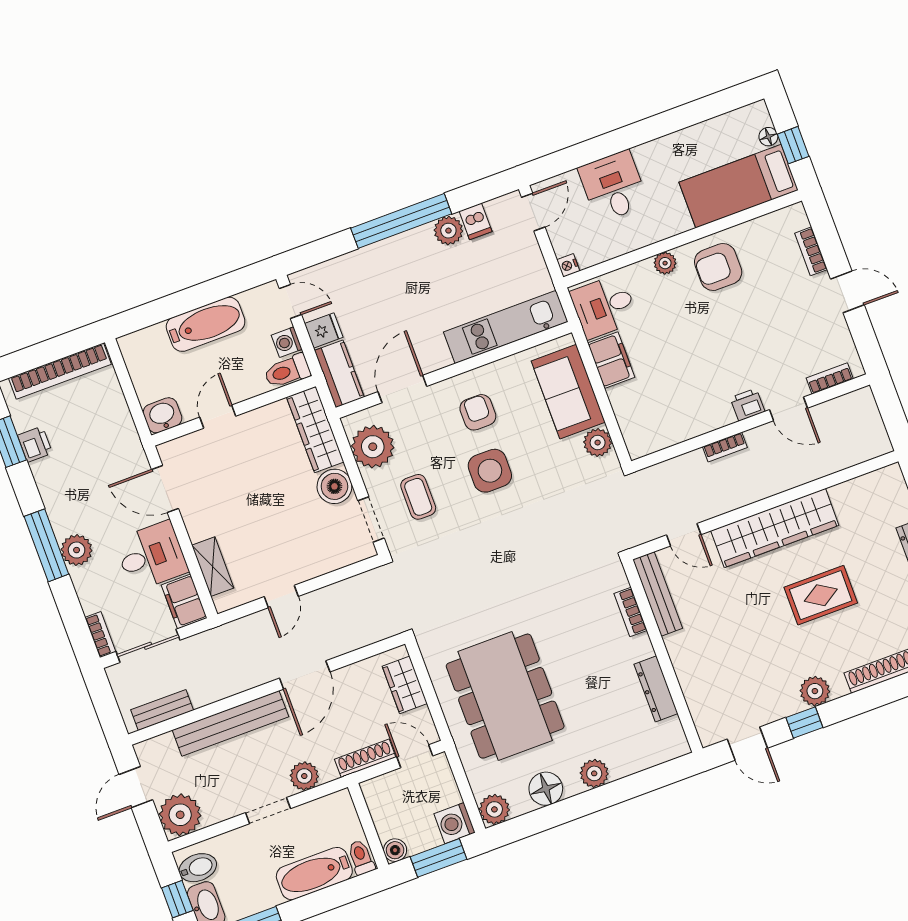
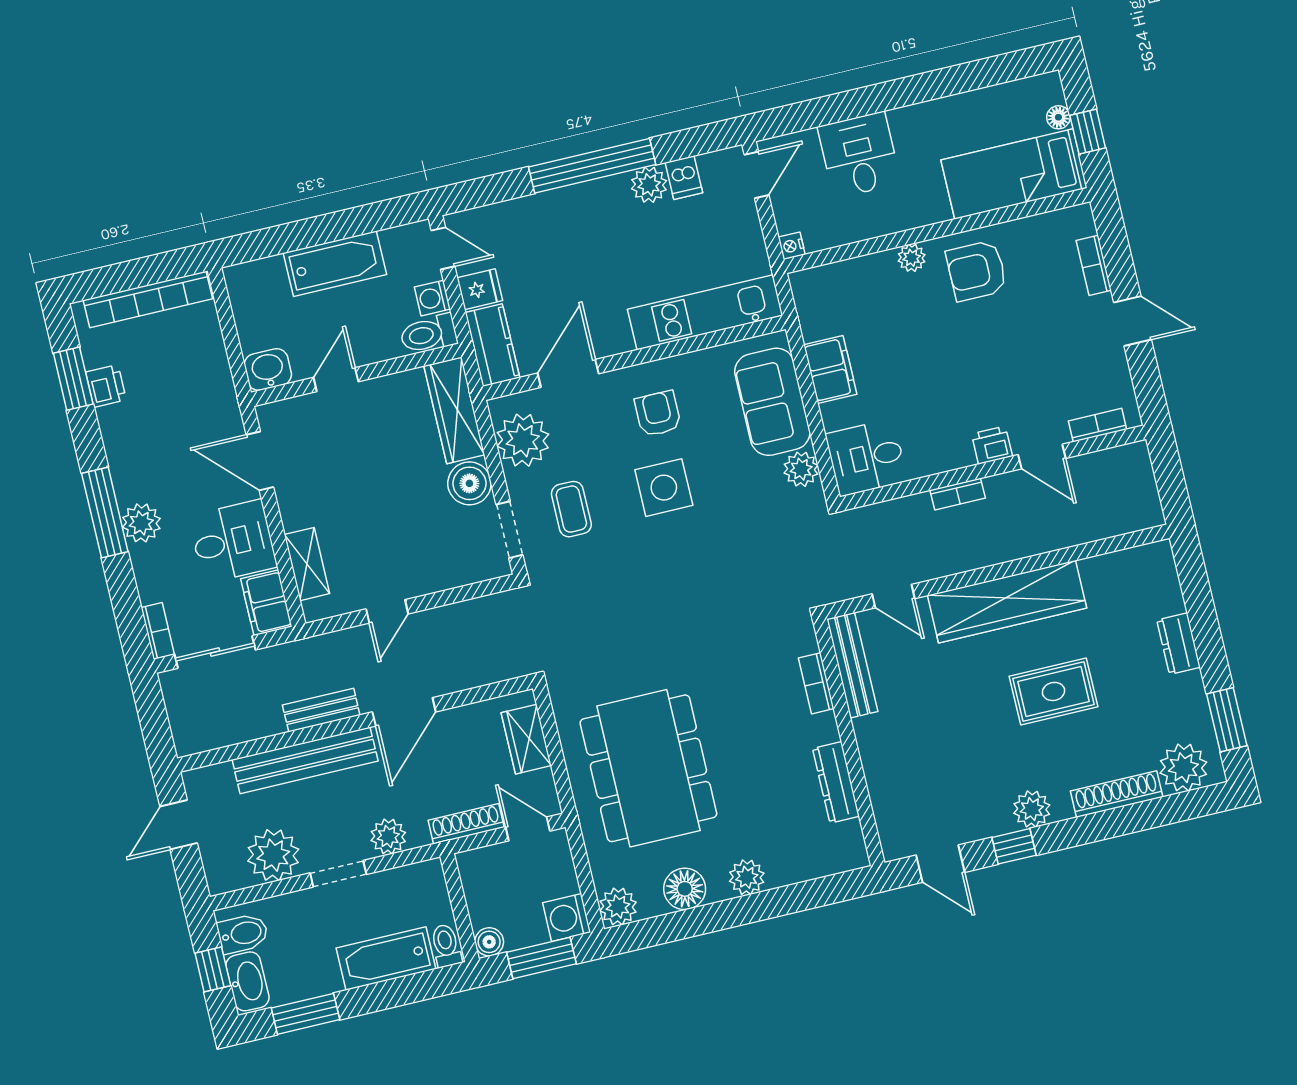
desk: (604, 307) -> (866, 458), moved
bench: (162, 710) -> (321, 710), moved
plant: (180, 815) -> (273, 855), moved

